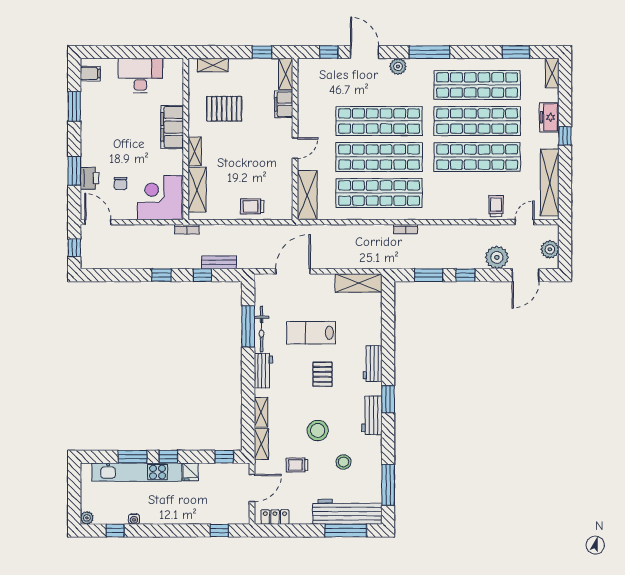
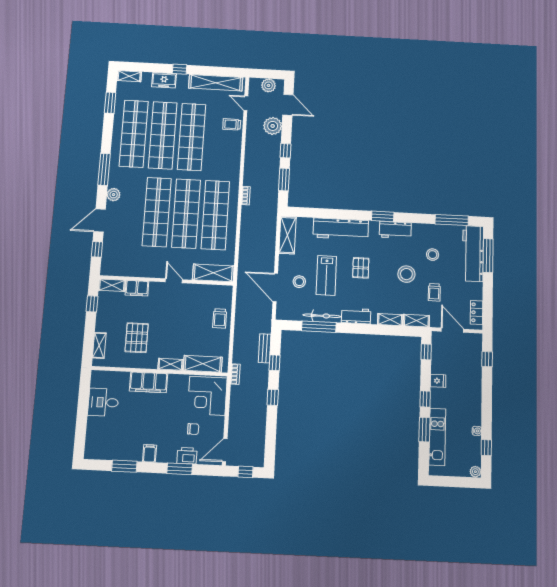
filing cabinet: (90, 74) -> (150, 453), moved
desk: (140, 76) -> (103, 402), width x0.73
stool: (302, 300) -> (299, 282), added
workbench: (373, 364) -> (341, 229), width x1.88, depth x1.32
pallet: (322, 374) -> (361, 268), turned 90
kitchen unit: (137, 472) -> (437, 437), width x0.73

